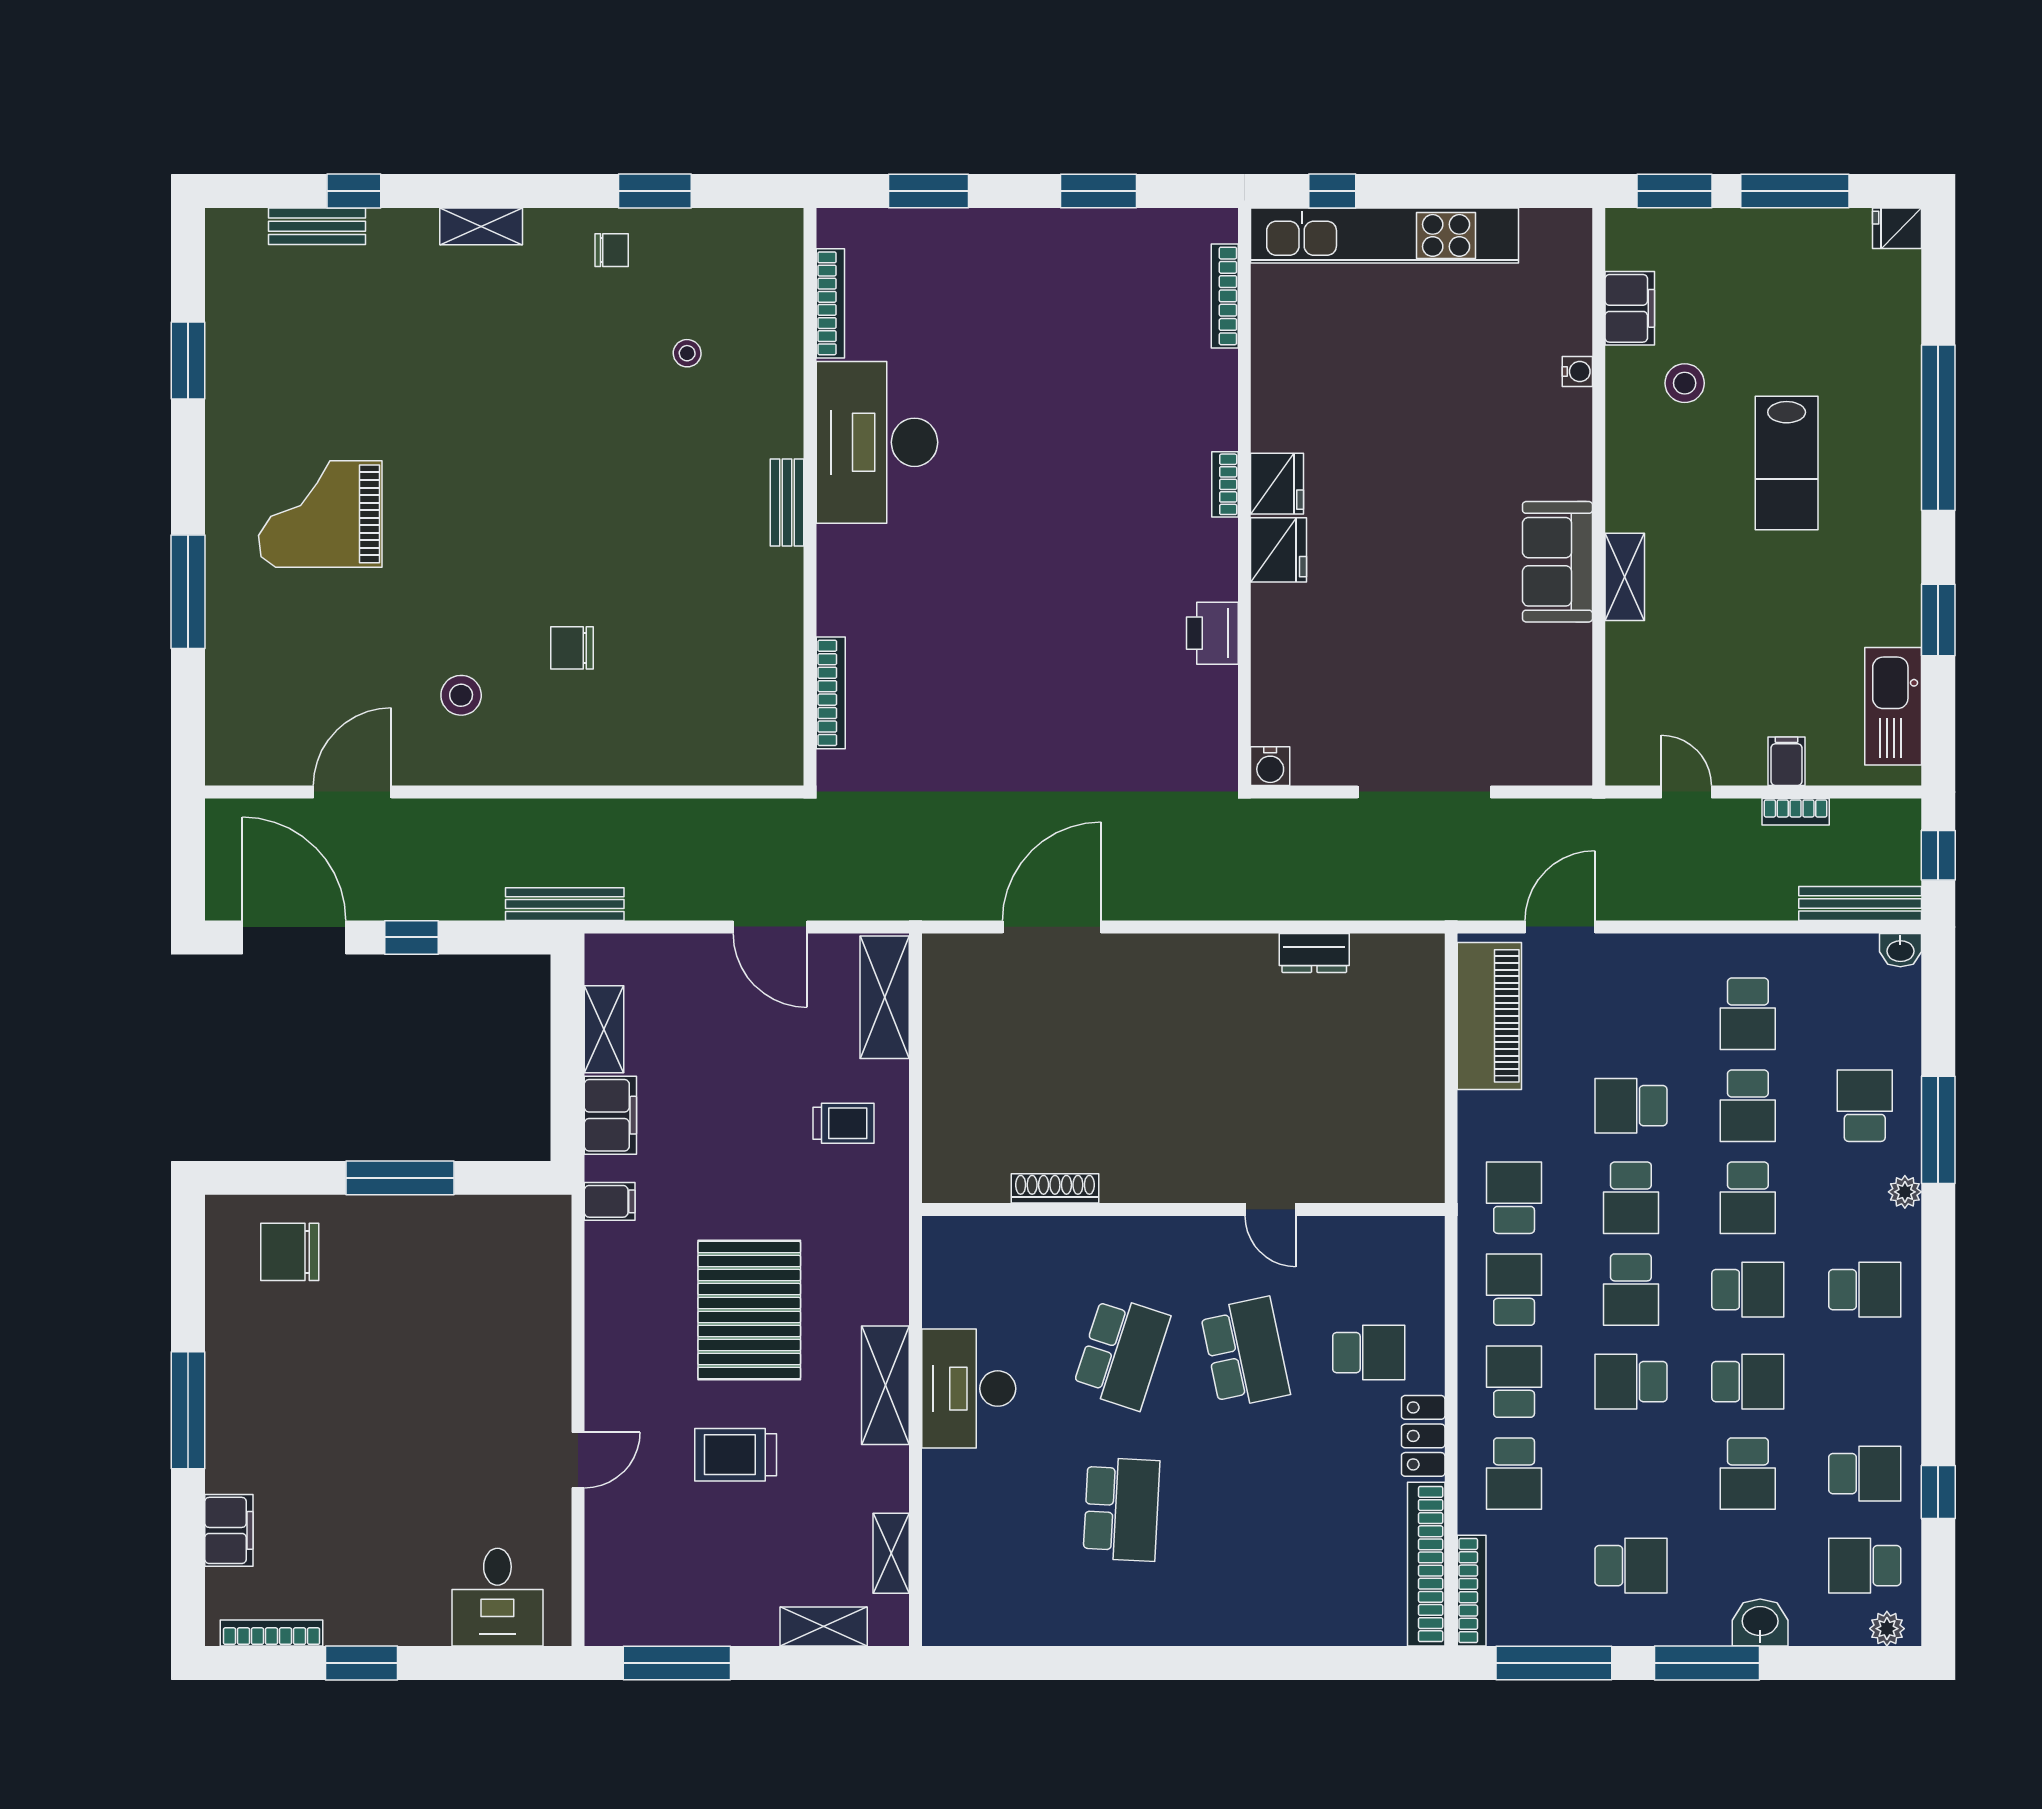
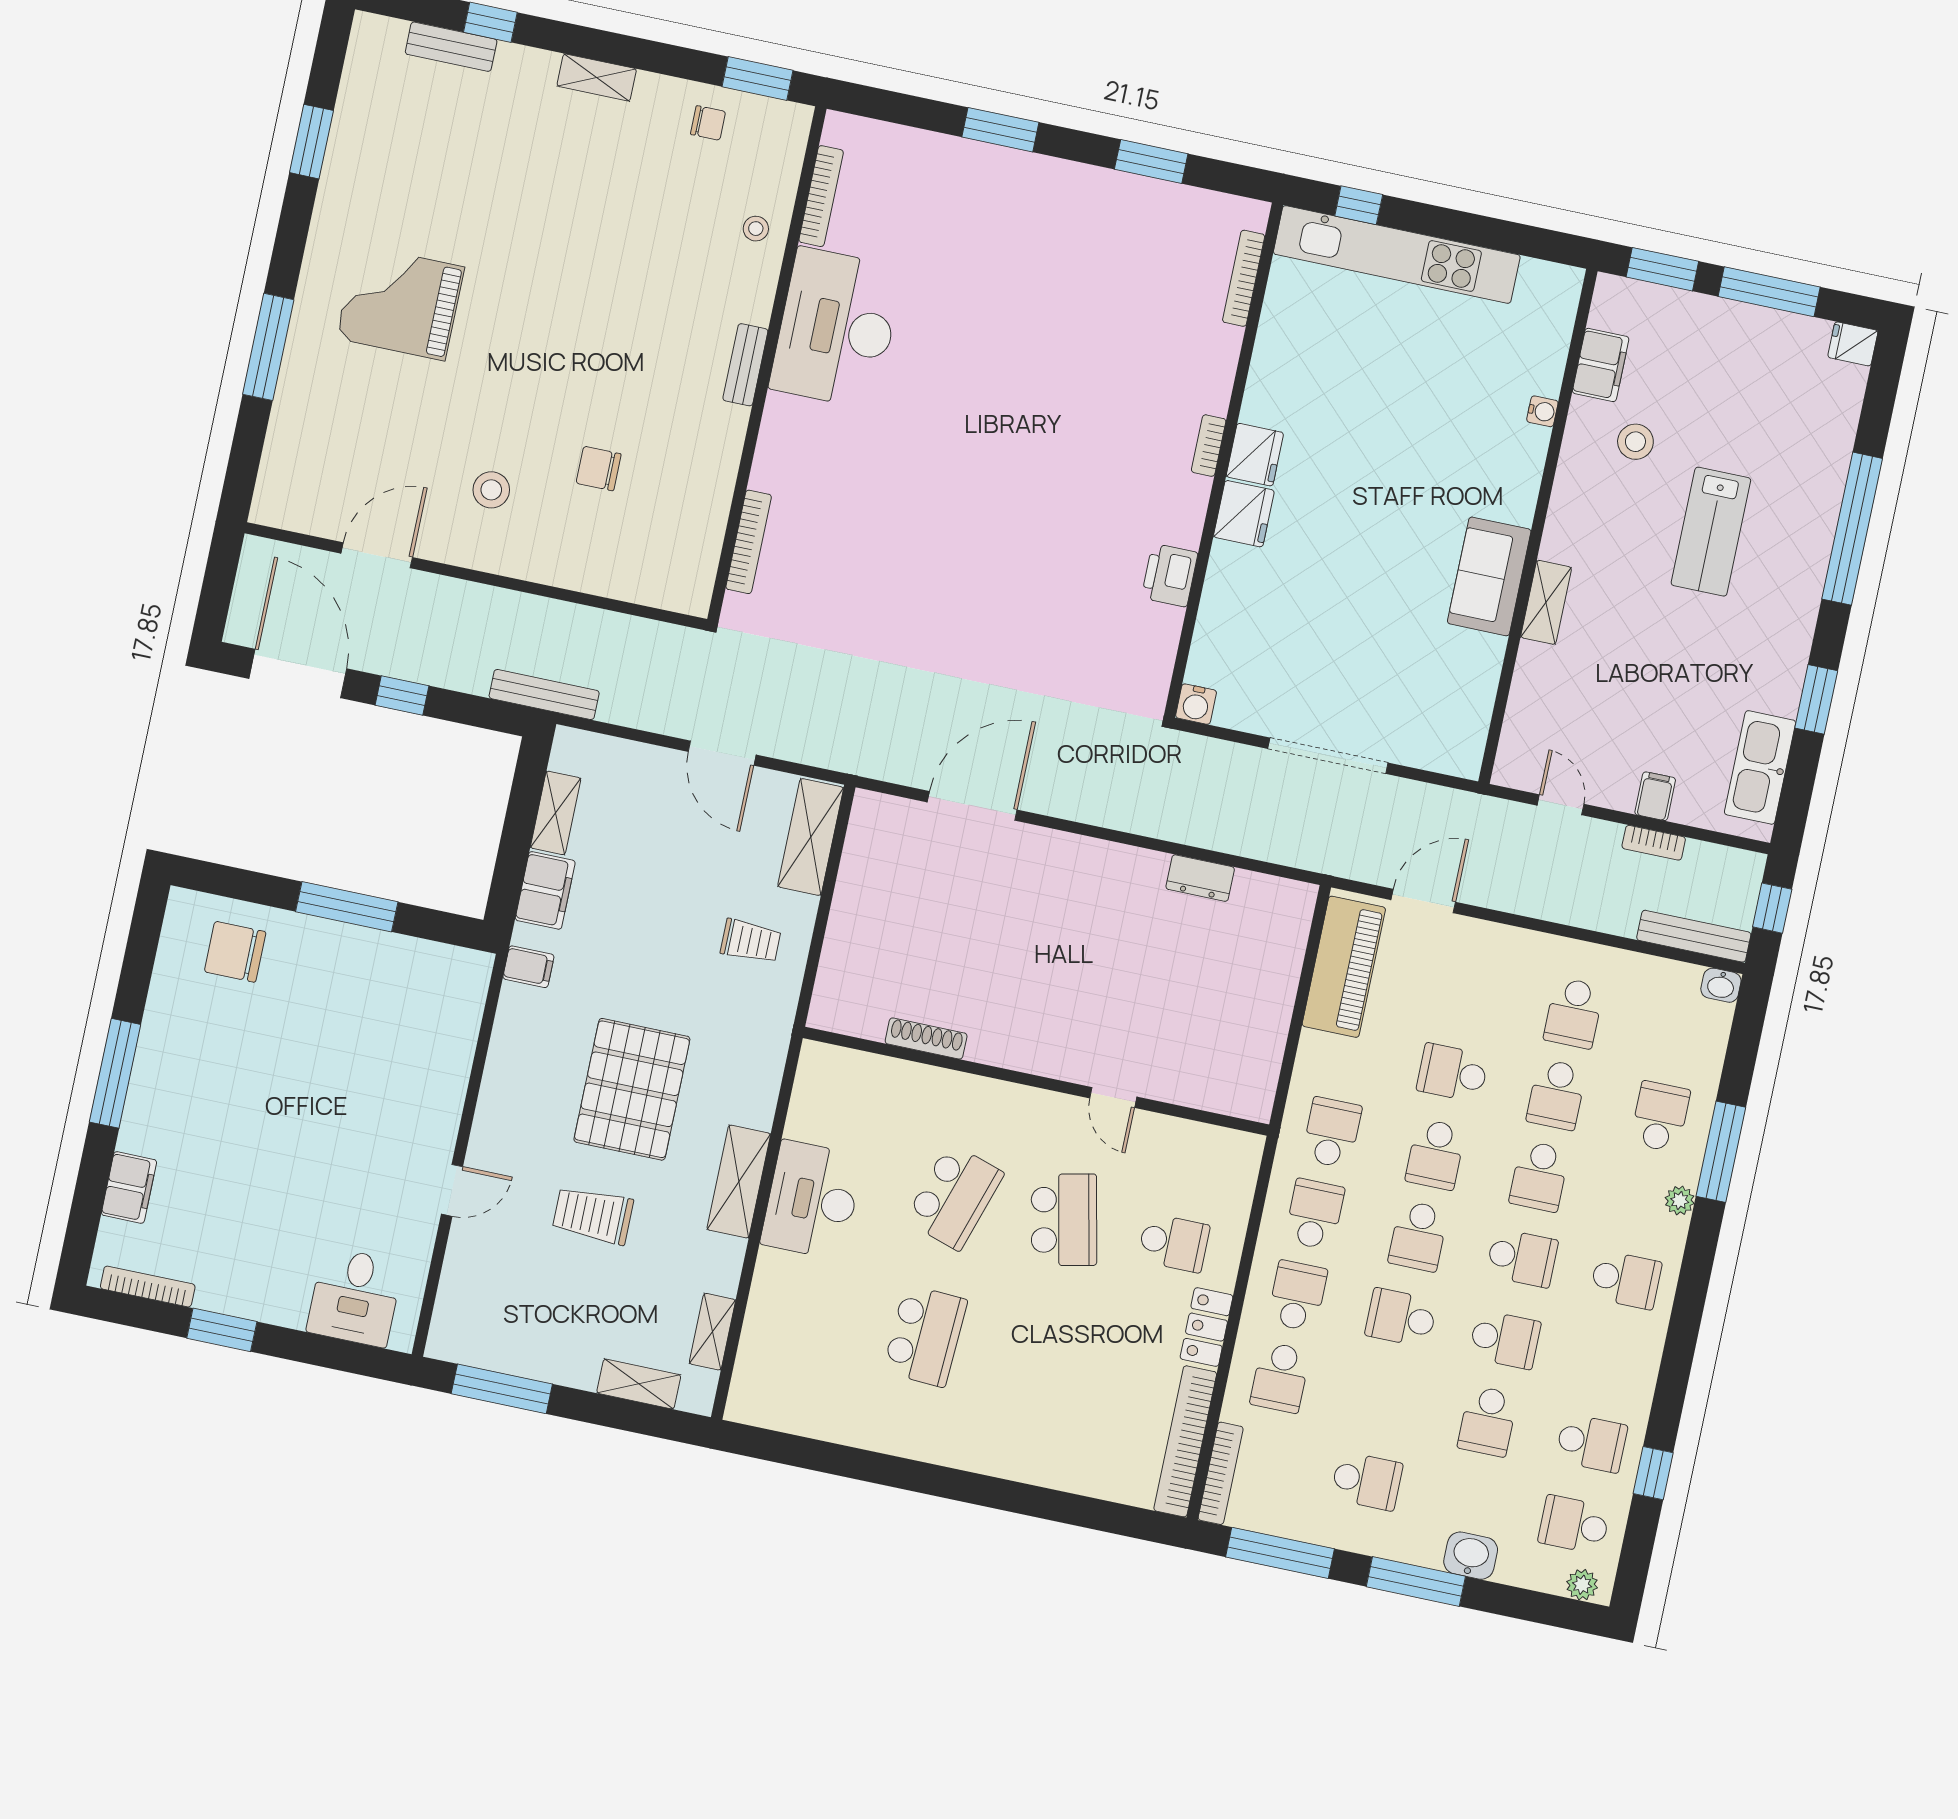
bookcase: (830, 303) -> (821, 196), moved
desk: (877, 442) -> (836, 328), moved
wall: (810, 497) -> (767, 364), moved
bench: (787, 503) -> (745, 365), moved
bookcase: (831, 693) -> (749, 542), moved

